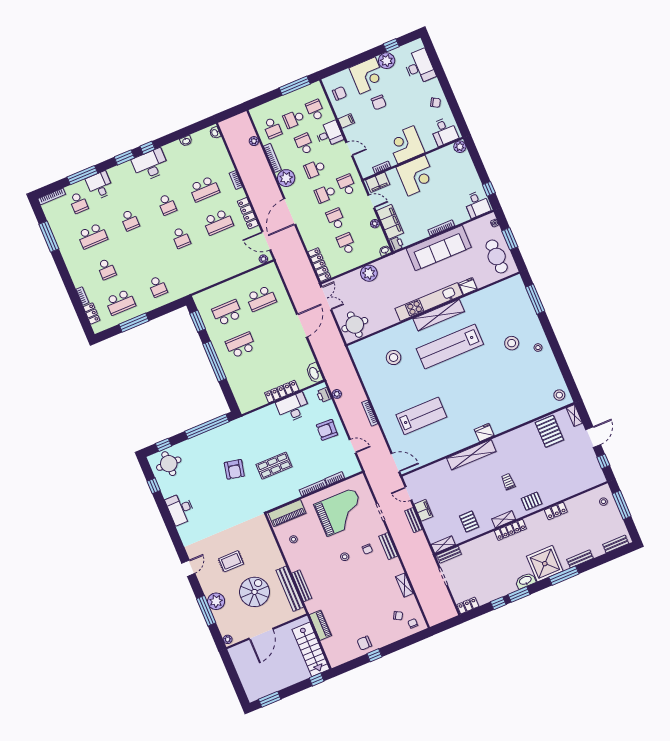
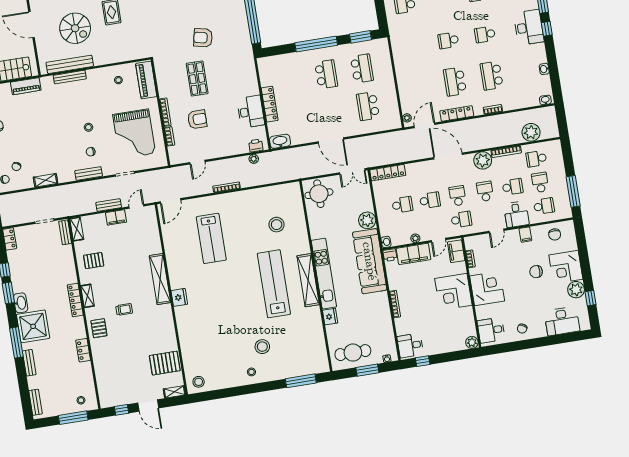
plant: (254, 141) -> (531, 132), width x1.88, depth x1.88
sofa: (439, 248) -> (370, 261), moved
armchair: (327, 430) -> (197, 119), moved, turned 87

